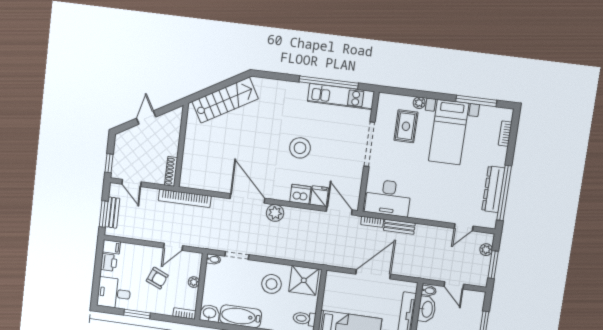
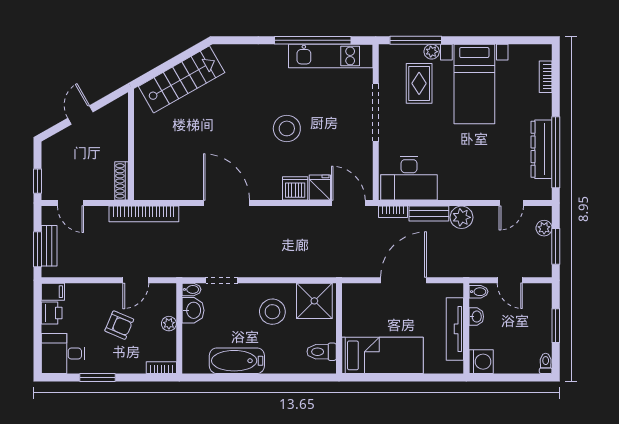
window: (476, 101) -> (416, 40), moved
plant: (275, 213) -> (462, 217), moved
washbasin: (427, 309) -> (476, 317), width x0.52, depth x0.69
washbasin: (210, 313) -> (193, 310), moved, turned 90

